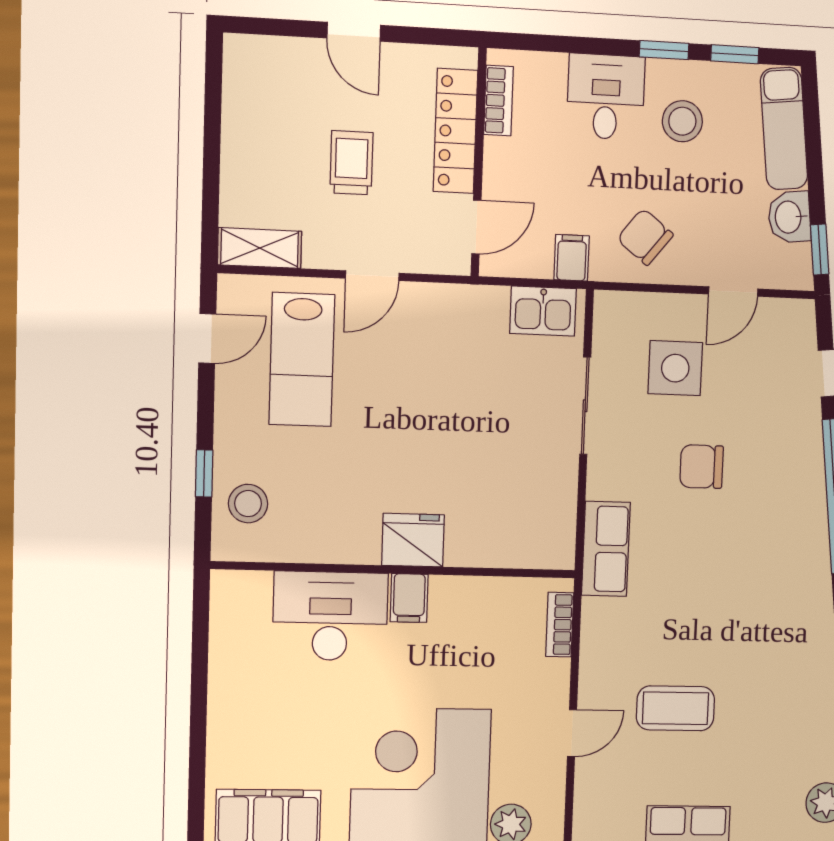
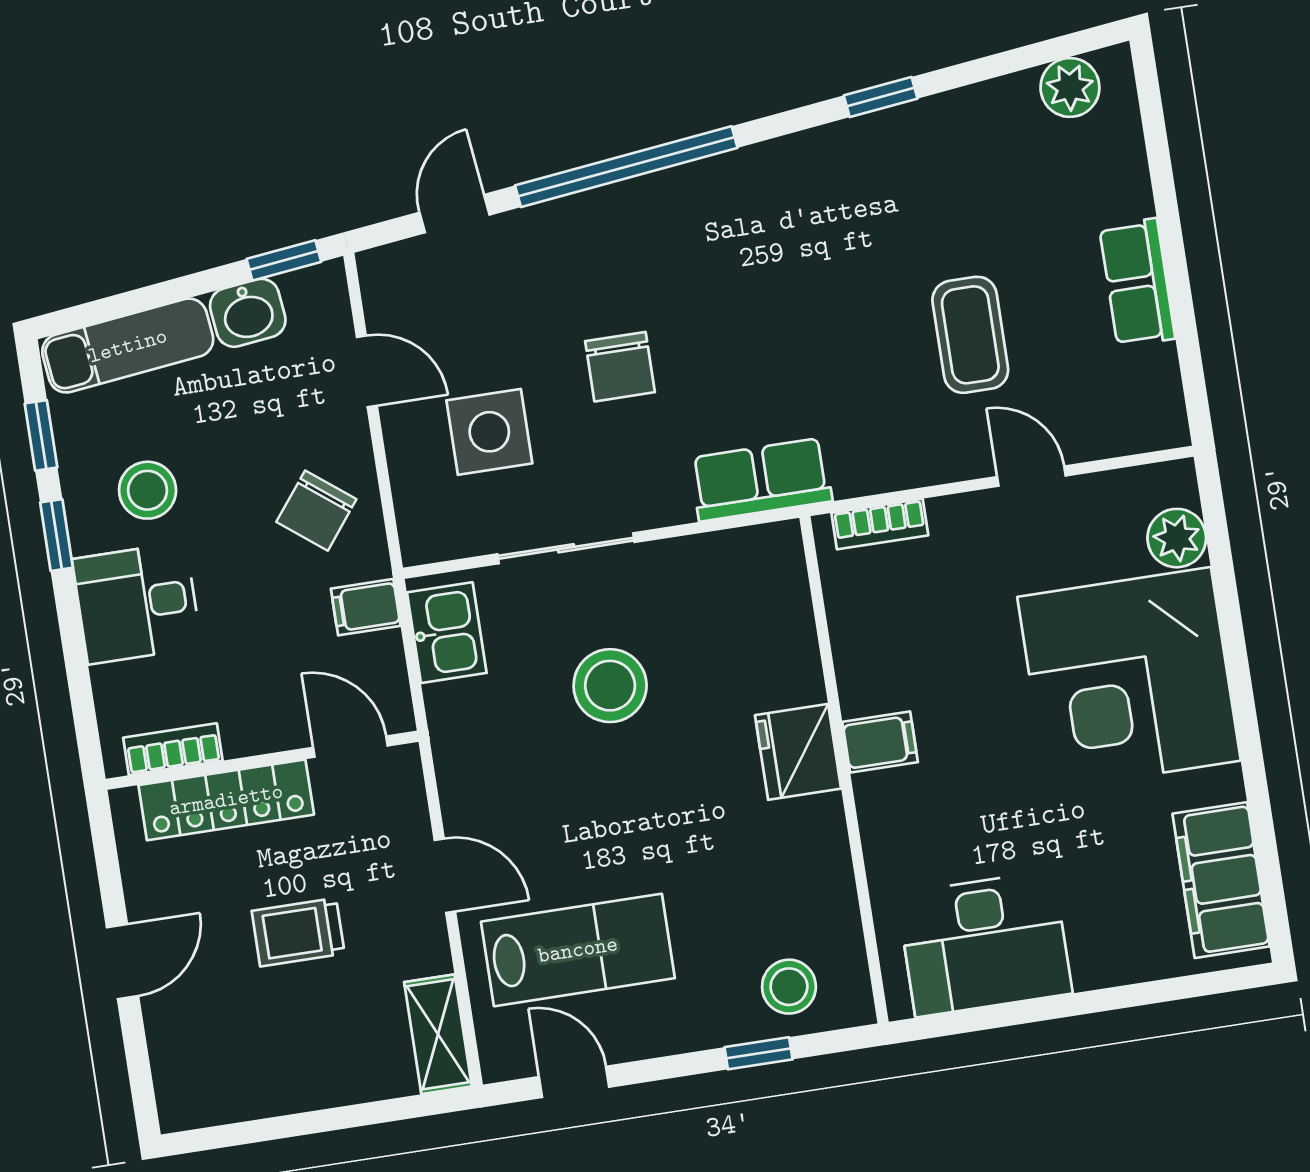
stool: (484, 418) -> (610, 686), added
desk: (330, 616) -> (985, 944), moved, turned -90

